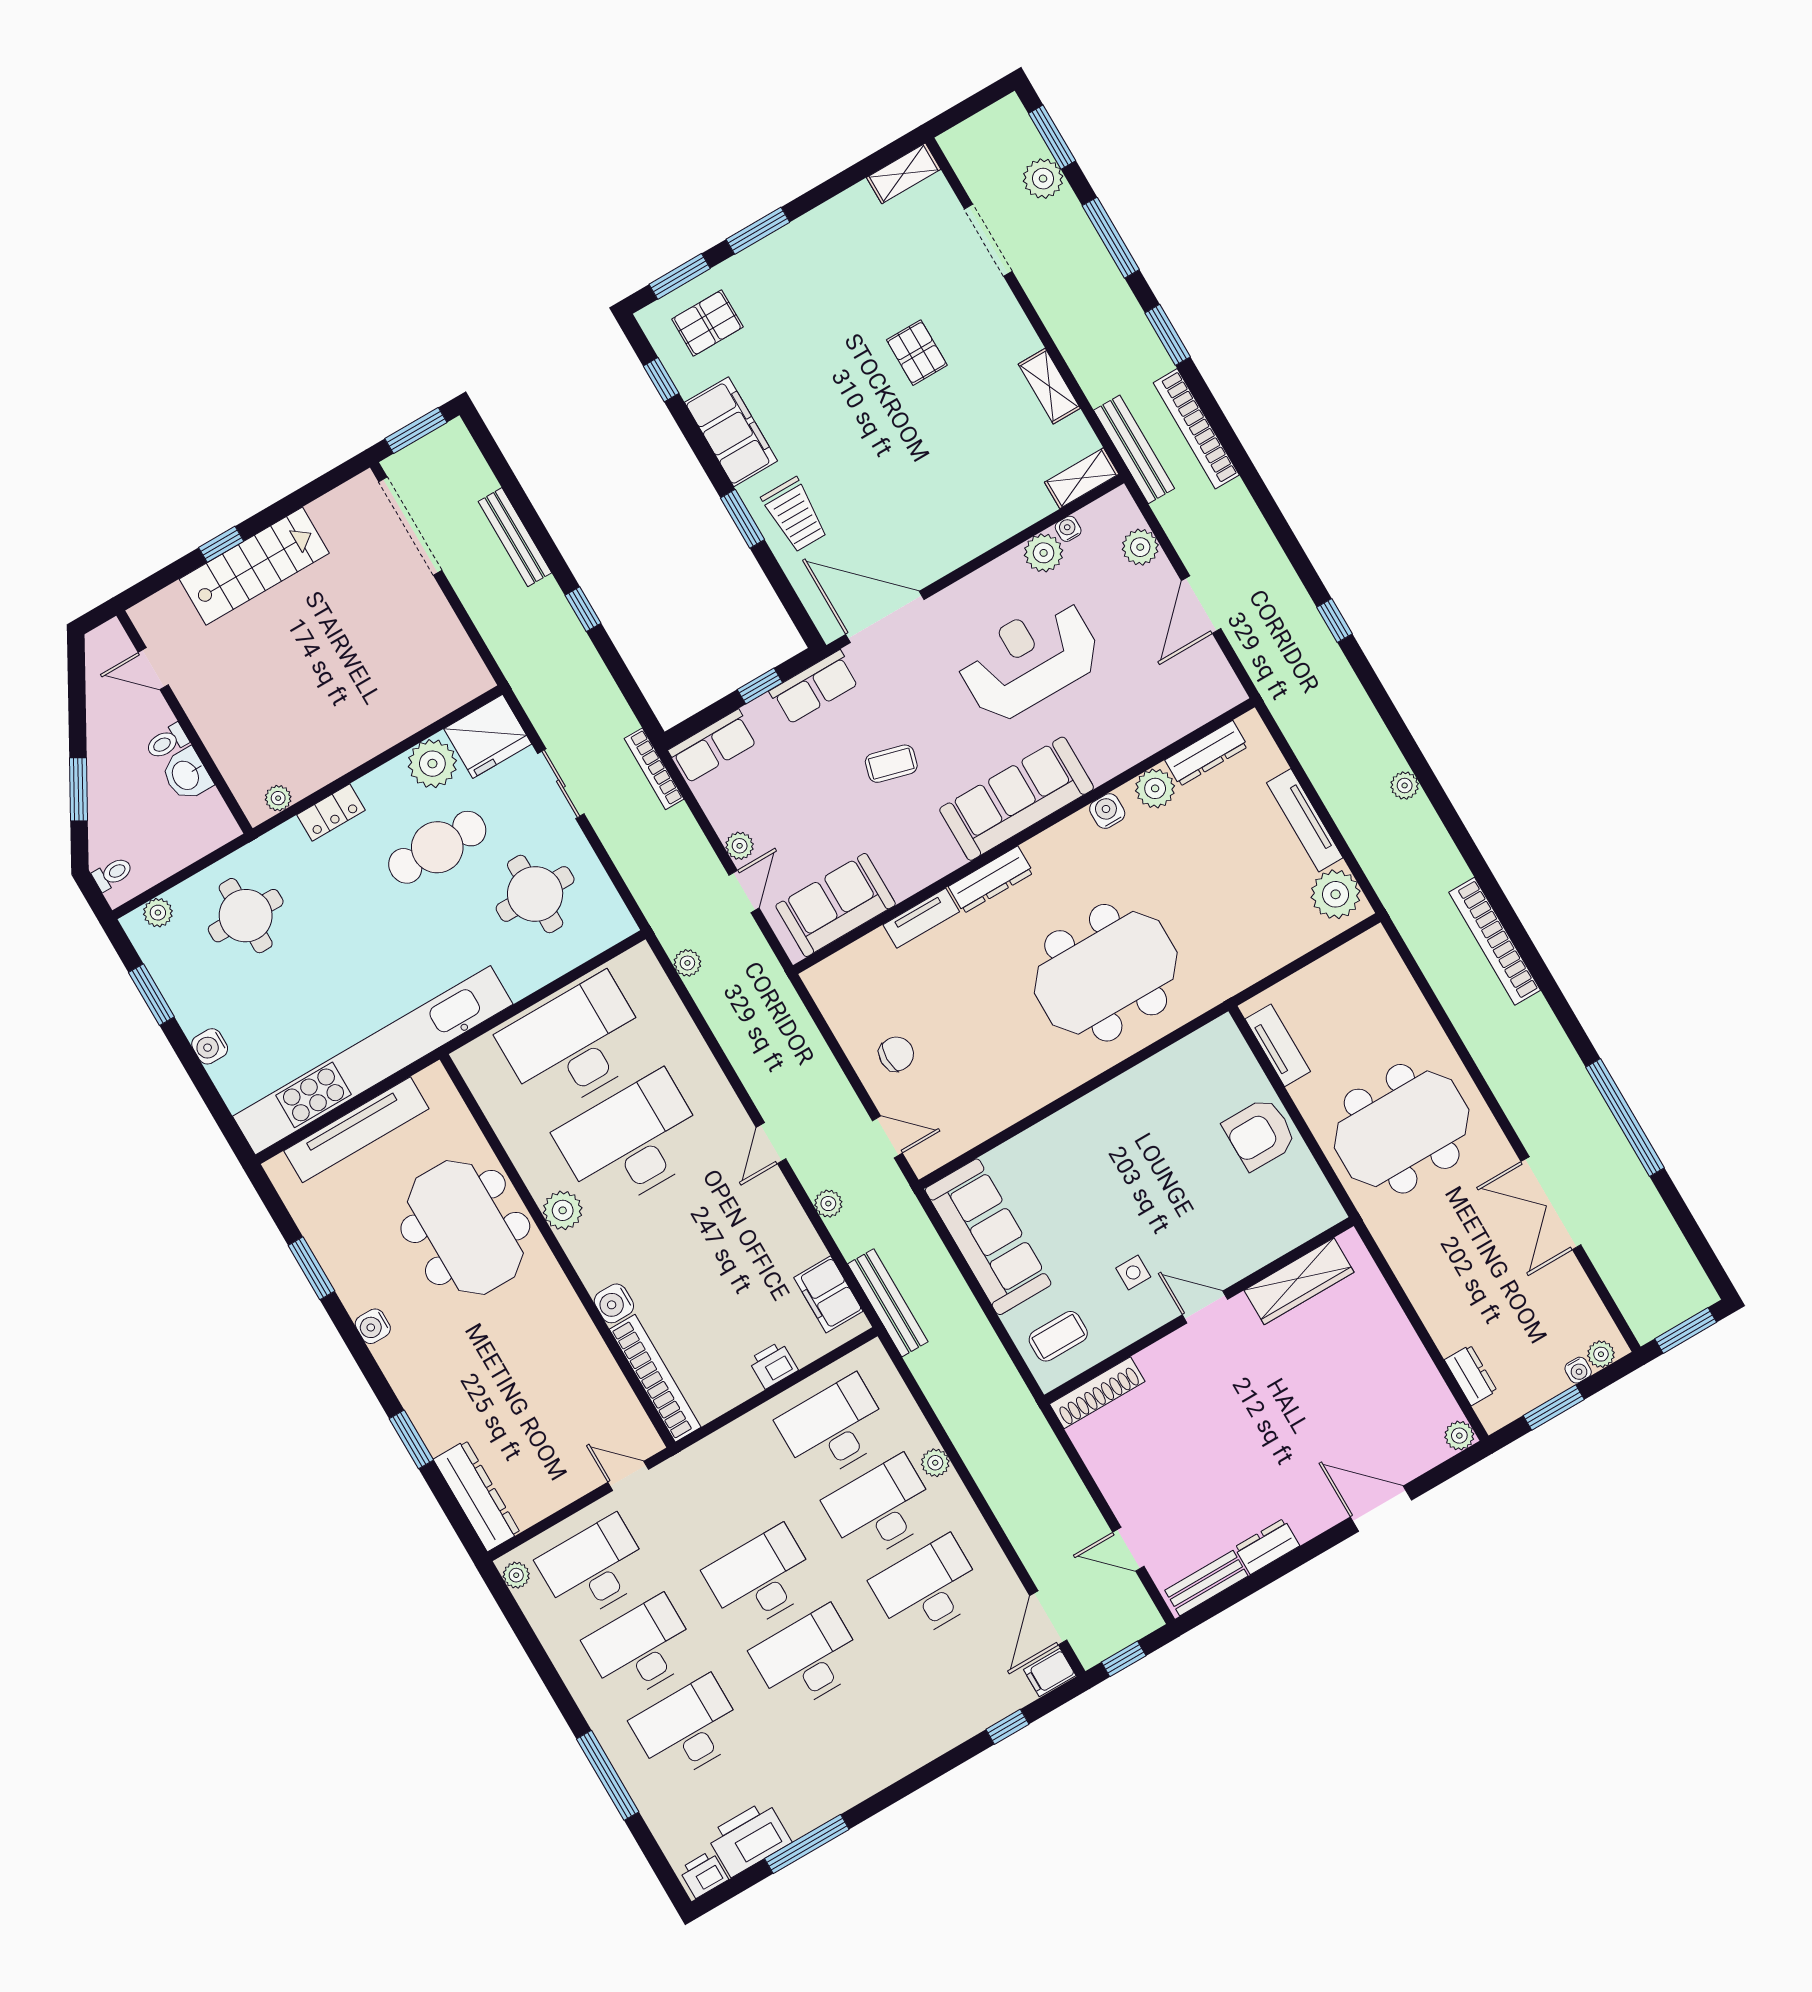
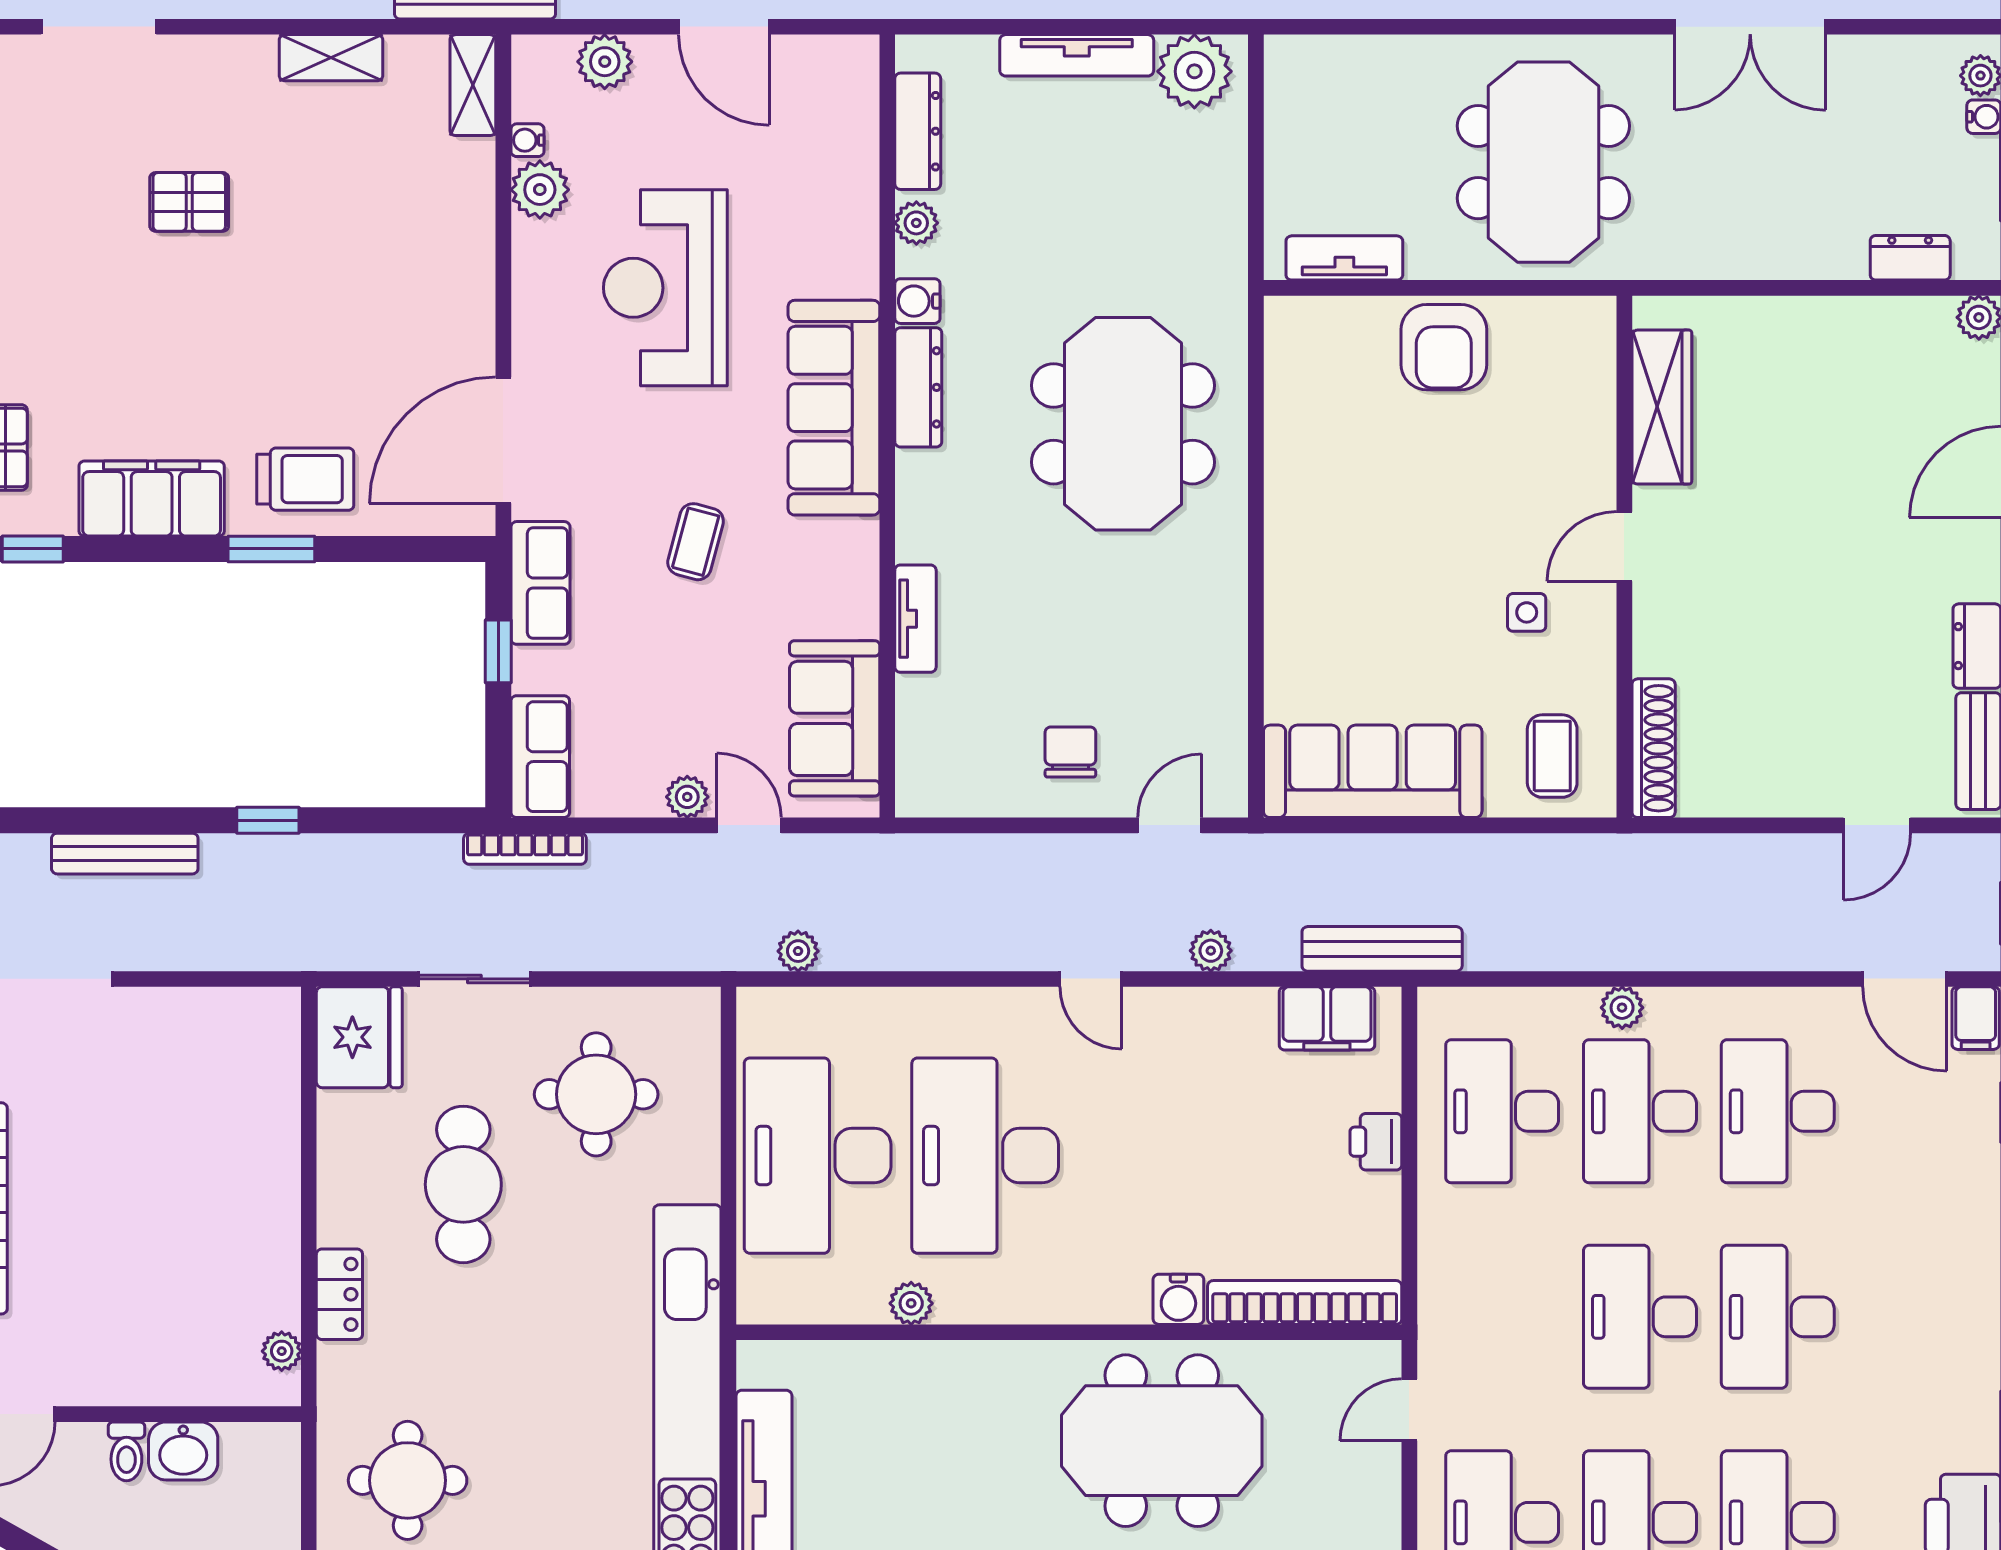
plant: (432, 764) -> (353, 1128), removed
plant: (1155, 788) -> (916, 223), width x0.73, depth x0.73
dresser: (991, 880) -> (918, 387), moved
plant: (563, 1210) -> (911, 1303), moved, width x0.73, depth x0.73
meeting table: (465, 1227) -> (1162, 1441), moved

